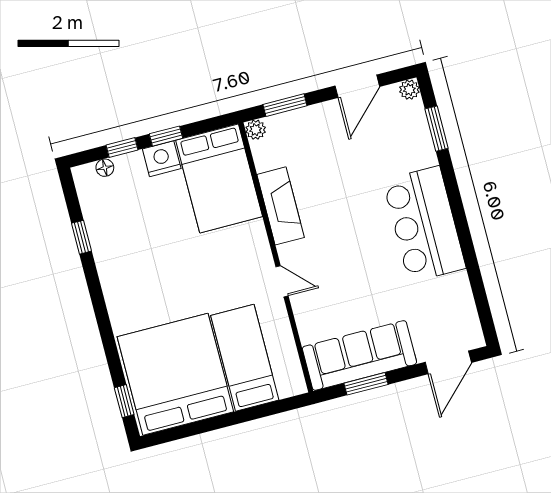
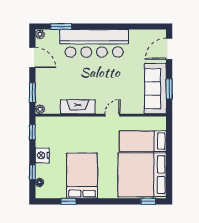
window: (166, 136) -> (32, 132), moved
bed: (219, 178) -> (82, 176), moved, turned -90
bar counter: (424, 224) -> (94, 43), width x1.36
door: (448, 362) -> (169, 49), swing flipped

